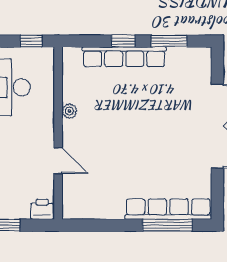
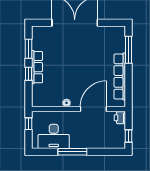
row of seats: (124, 57) -> (37, 67), width x0.73
door: (58, 161) -> (93, 109), width x1.88
row of seats: (168, 209) -> (120, 76), moved

